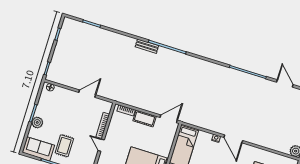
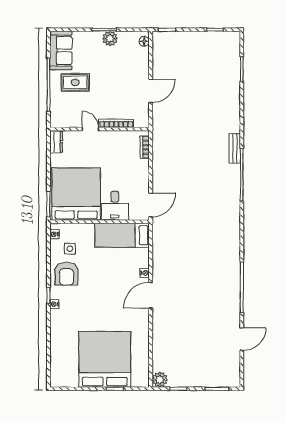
door: (87, 94) -> (151, 91), hinge flipped
cot: (145, 119) -> (142, 174), removed
door: (169, 119) -> (151, 205), hinge flipped
plant: (37, 122) -> (110, 39), moved
door: (101, 145) -> (90, 129), hinge flipped
desk: (161, 145) -> (115, 206), added

